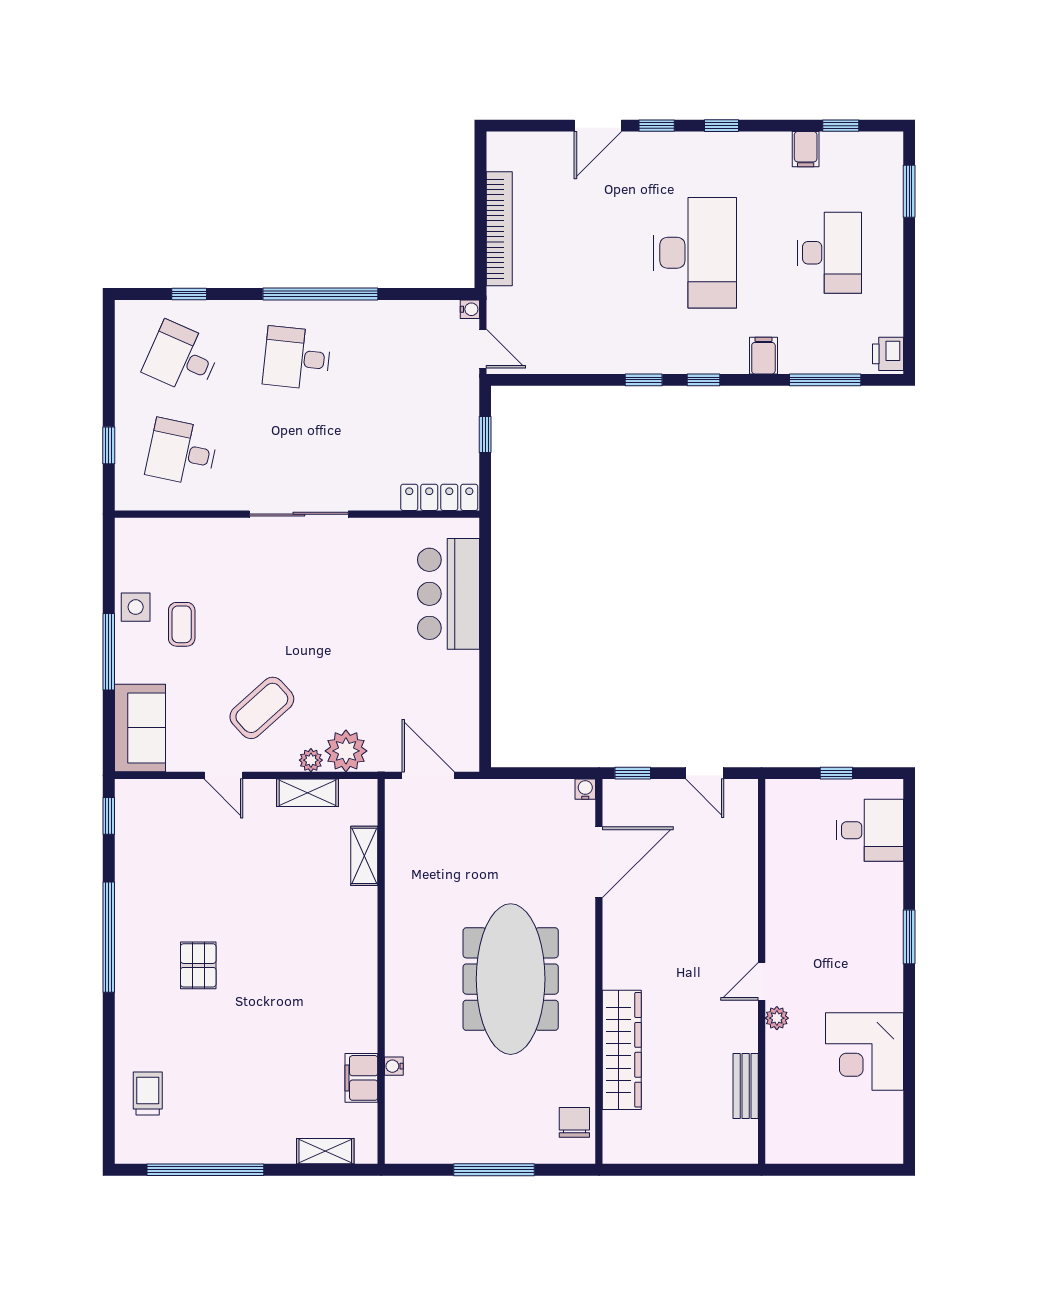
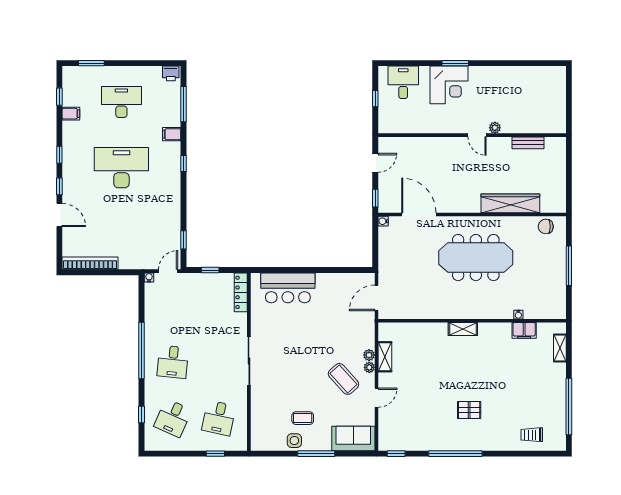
bookcase: (499, 229) -> (90, 263), moved
window: (644, 380) -> (183, 240), moved
plant: (346, 751) -> (369, 367), moved, width x0.53, depth x0.53
shelving: (364, 856) -> (463, 329), moved
corner desk: (864, 1052) -> (449, 85), moved

